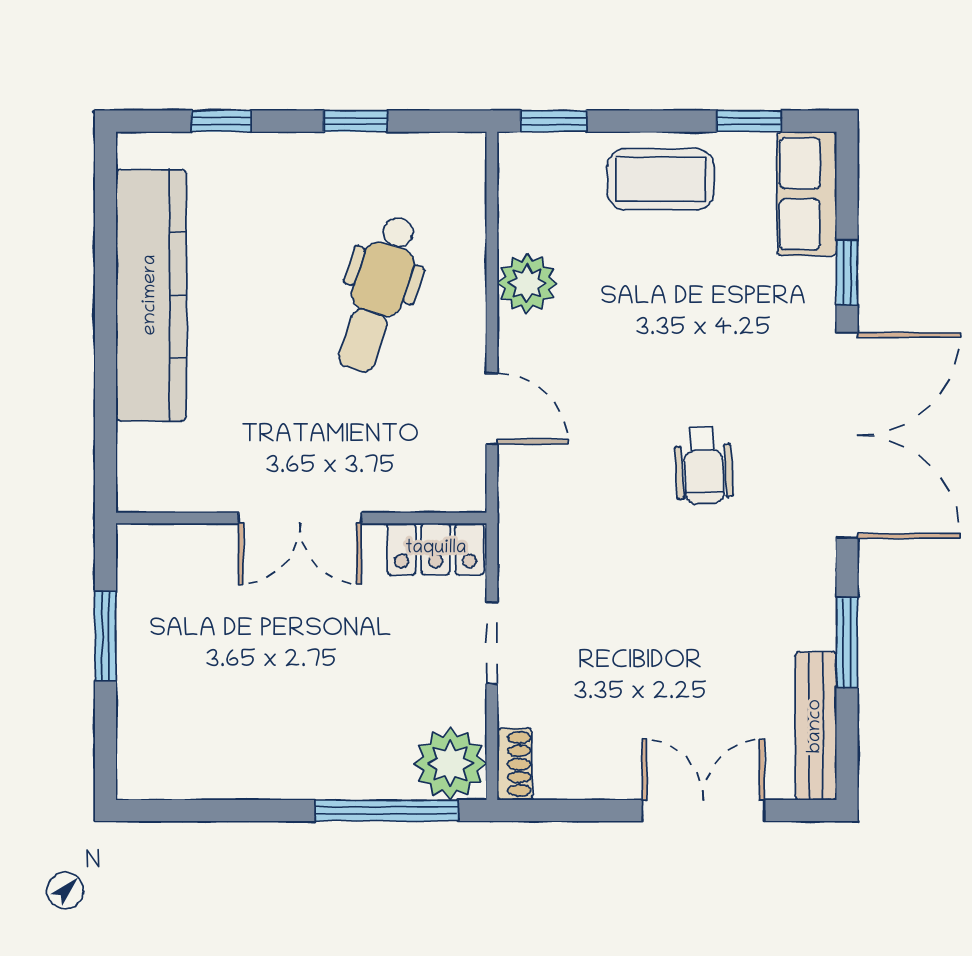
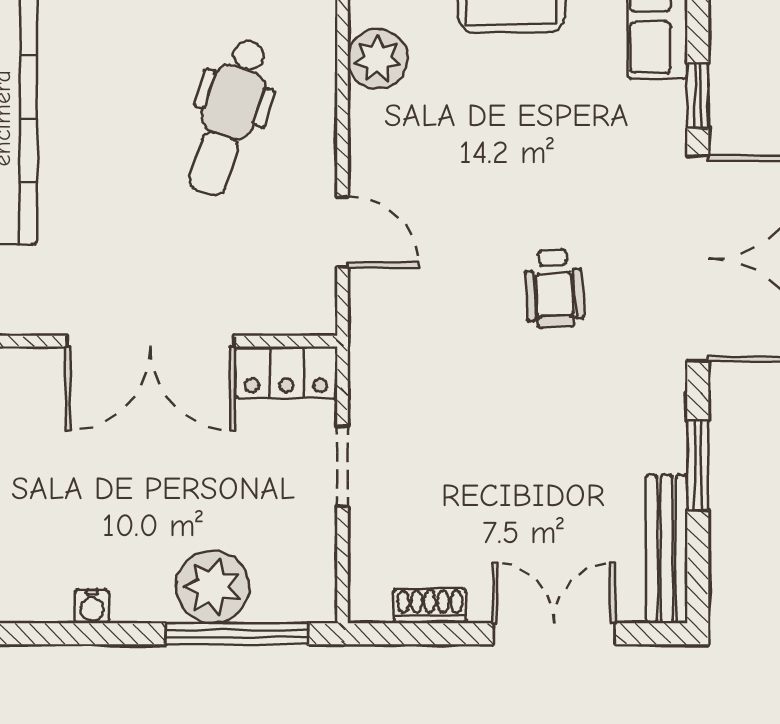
plant: (527, 283) -> (378, 59), moved
double door: (300, 518) -> (150, 341), width x1.37
plant: (450, 764) -> (213, 587), moved
shoe rack: (515, 764) -> (430, 606), moved, turned -90
water cooler: (242, 783) -> (92, 606), added

